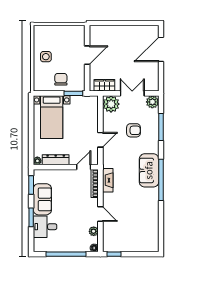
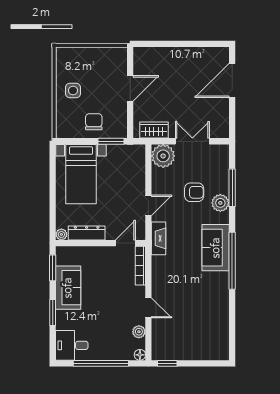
plant: (152, 102) -> (220, 203), moved
fireplace: (108, 180) -> (159, 238), moved
desk: (45, 227) -> (72, 345), moved

